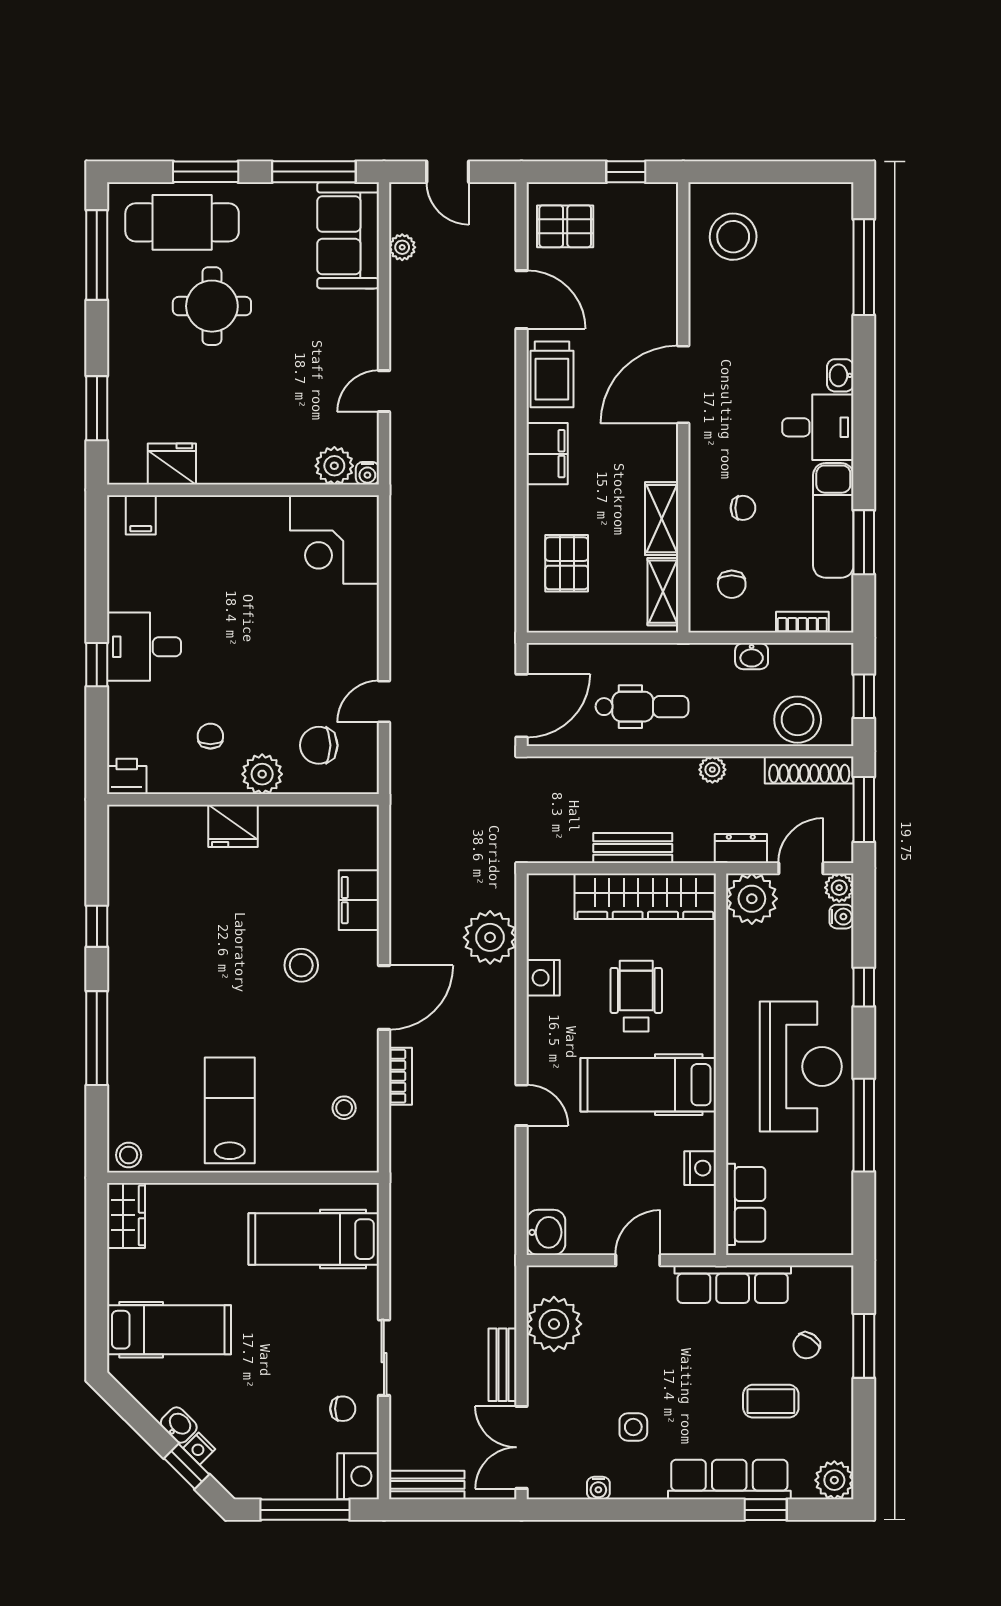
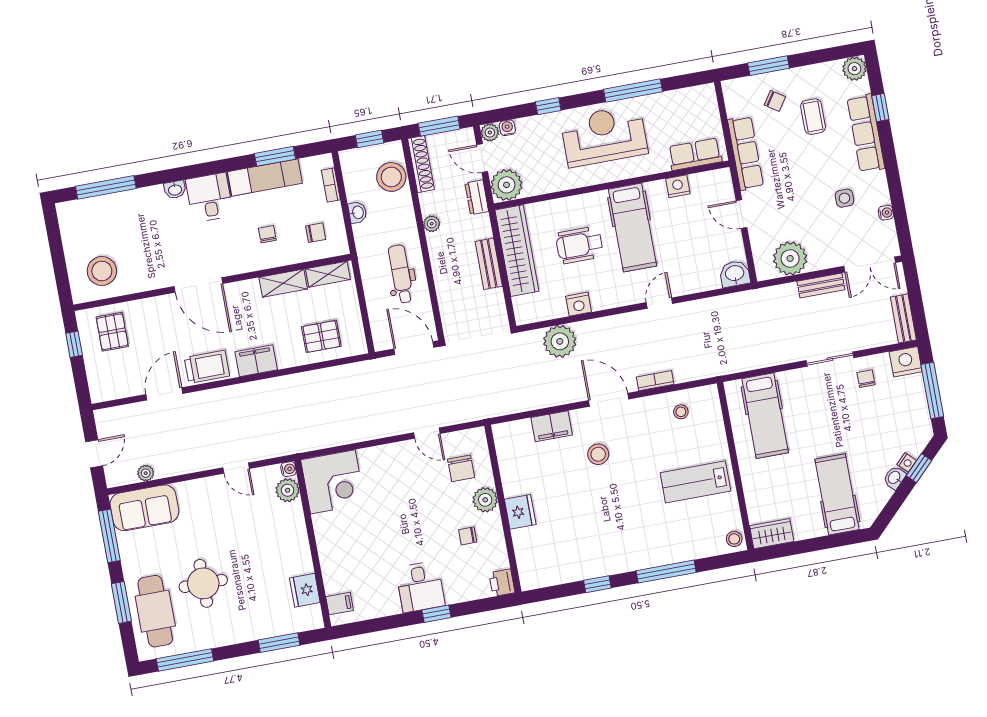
pallet: (565, 226) -> (112, 332), moved

